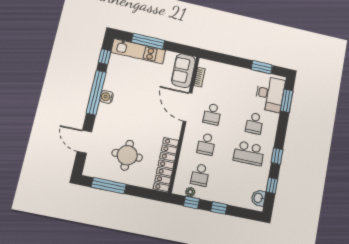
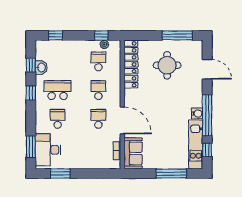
kitchen unit: (138, 51) -> (196, 144), moved, turned -90
washbasin: (258, 198) -> (41, 68), moved
window: (219, 208) -> (56, 35), moved

